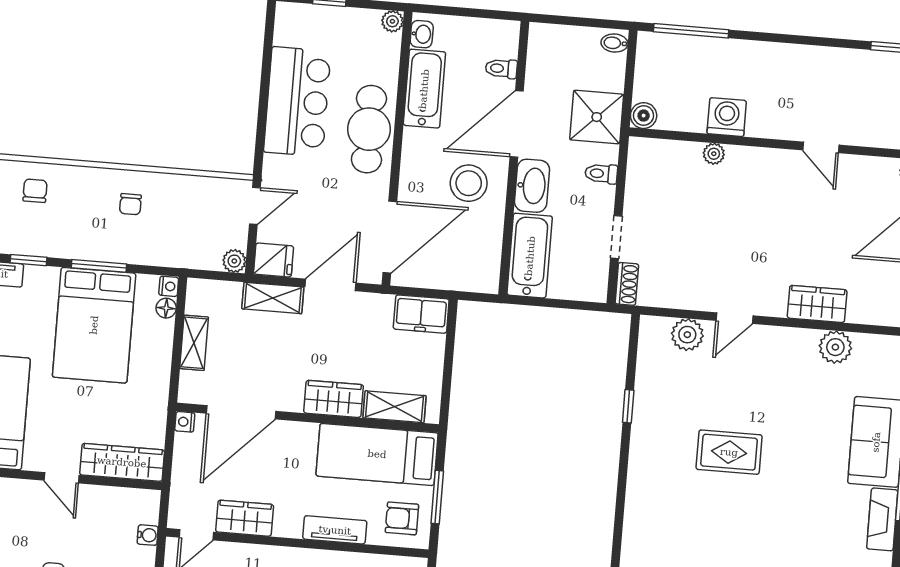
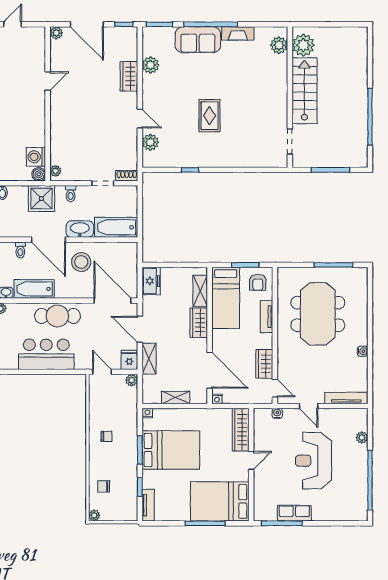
washing machine: (727, 117) -> (36, 157), moved
plant: (714, 154) -> (56, 171), moved
floor lamp: (166, 308) -> (159, 413), removed

